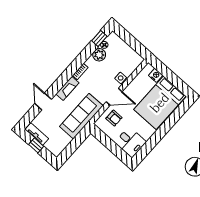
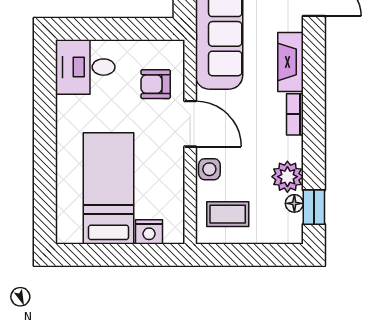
coffee table: (127, 60) -> (228, 214), added
door: (114, 97) -> (190, 124), swing flipped
bed: (160, 103) -> (108, 188), width x0.67

